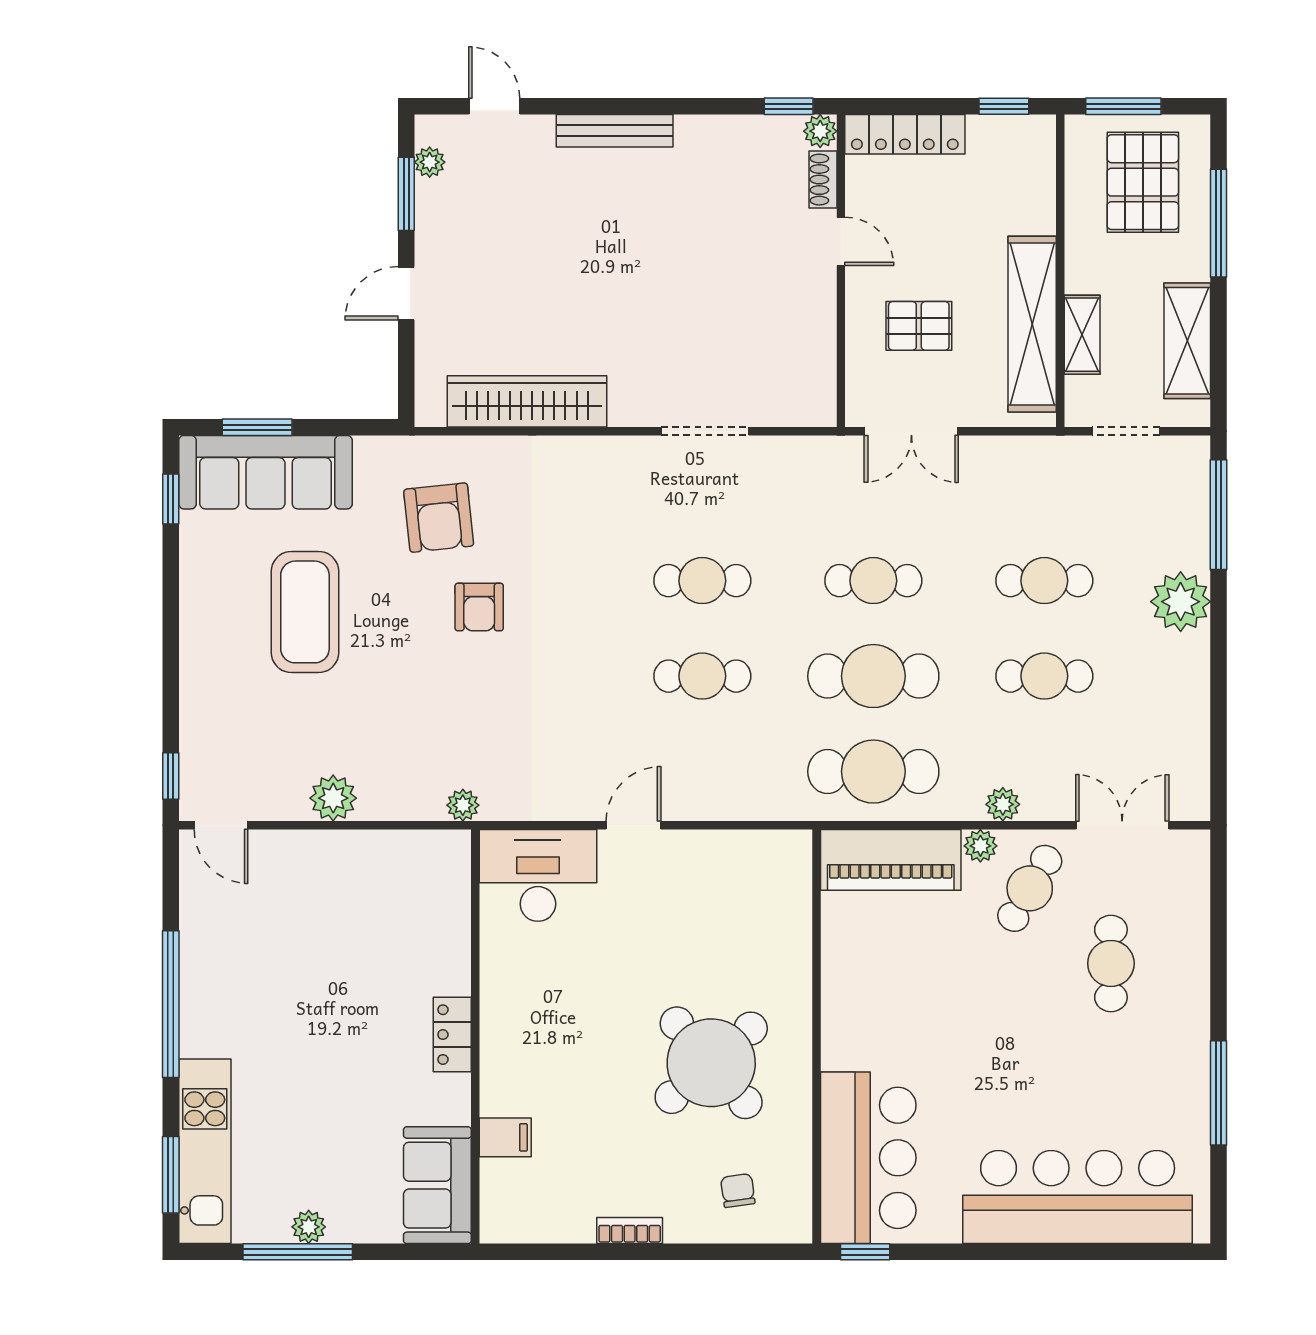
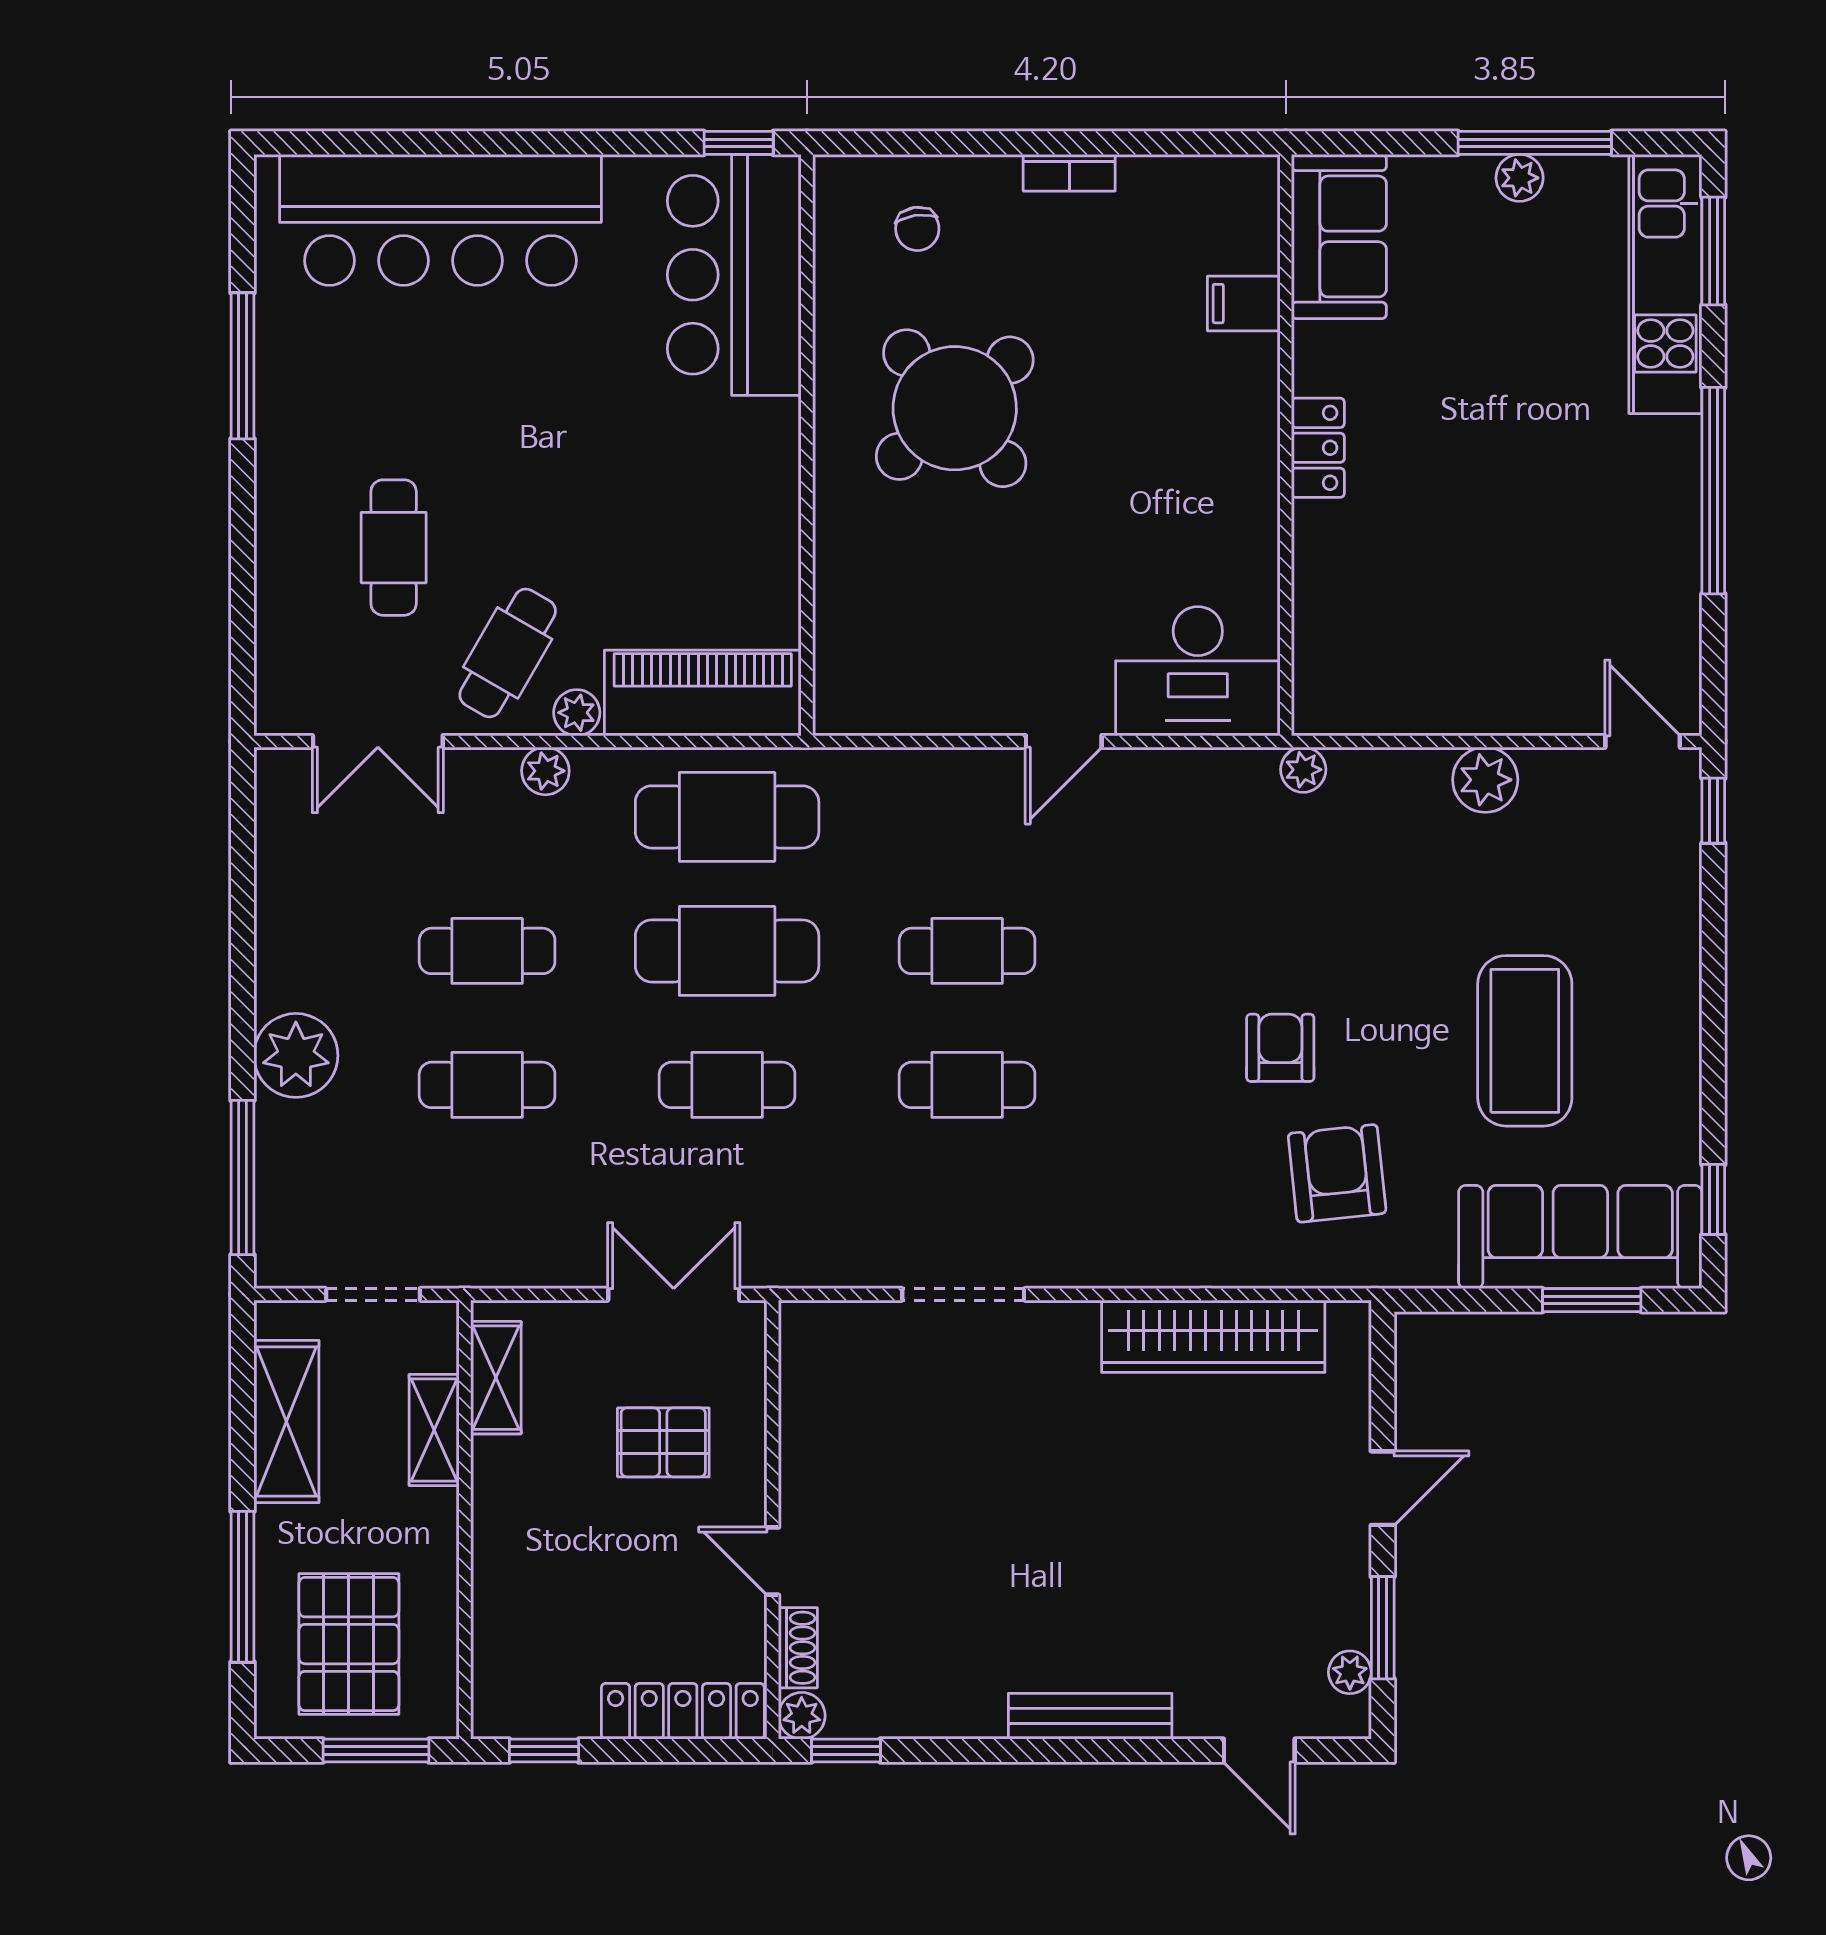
shelving: (1032, 324) -> (496, 1378), width x0.45, depth x0.75

